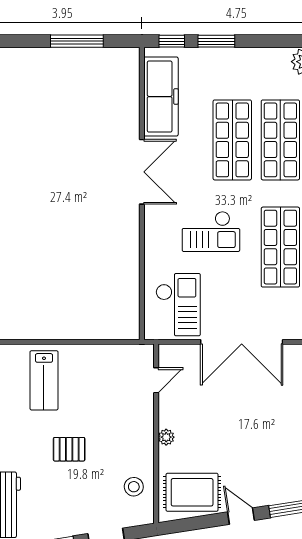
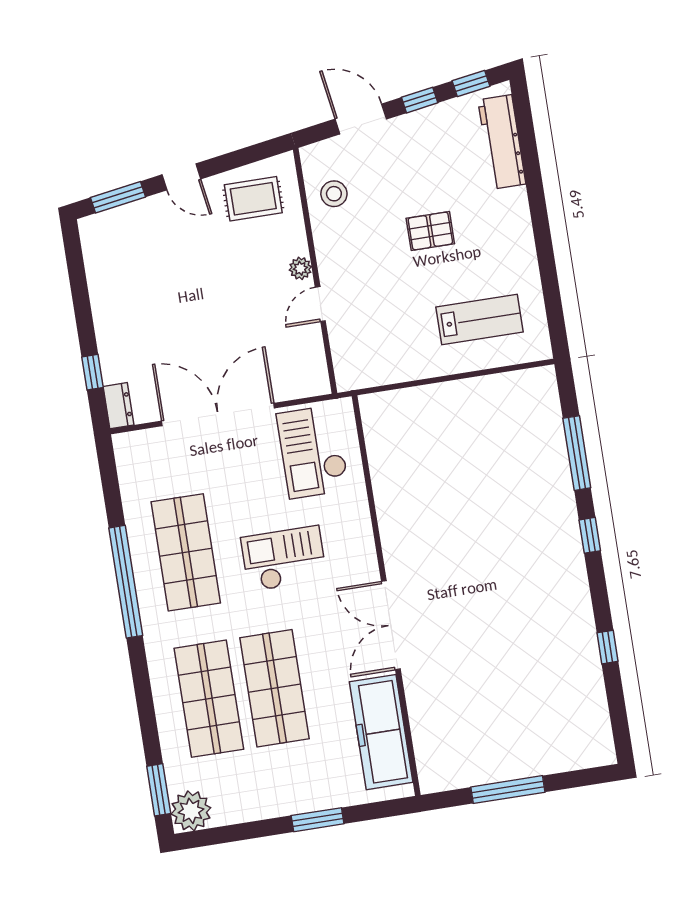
window: (172, 41) -> (378, 810), removed
lab bench: (44, 380) -> (479, 320), turned 90
door: (156, 380) -> (320, 304), moved
rug: (192, 492) -> (253, 199), width x0.73, depth x0.70

